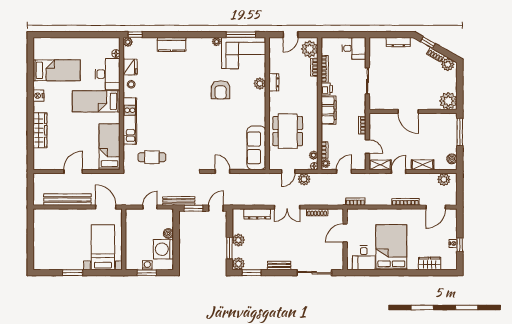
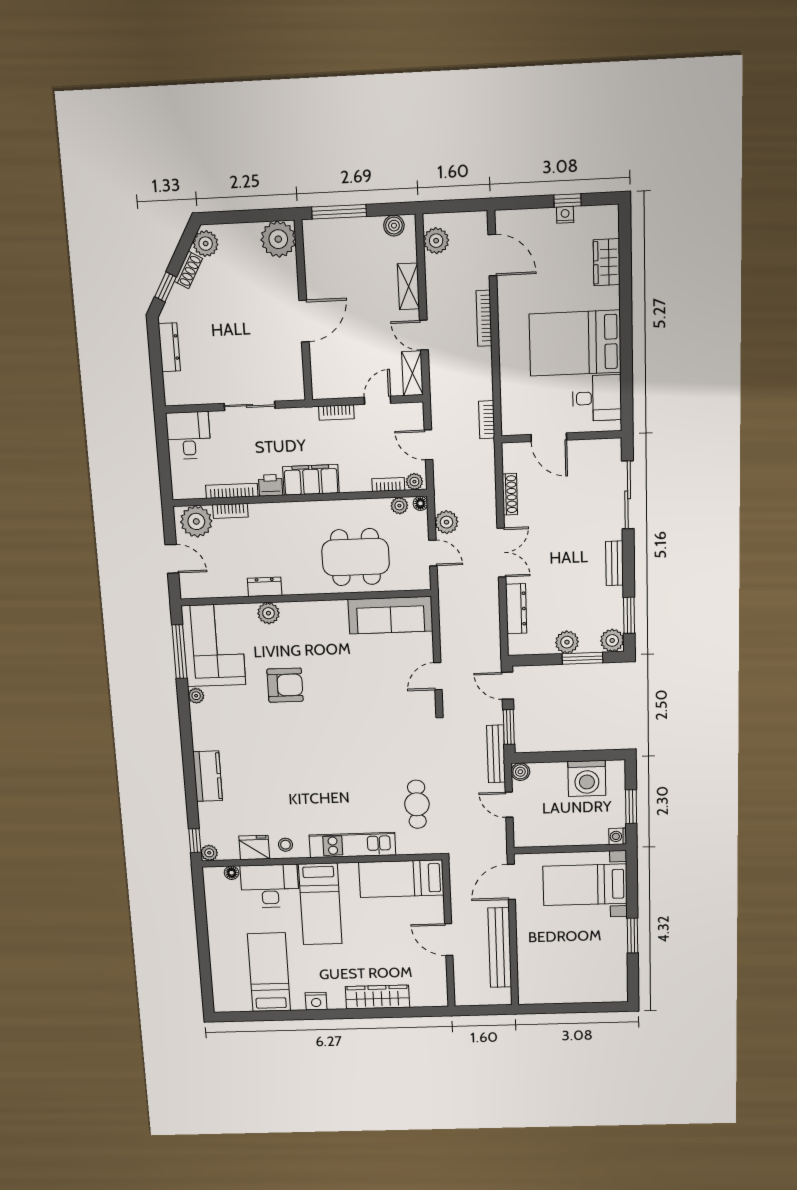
boiler: (168, 233) -> (520, 772), moved
washing machine: (147, 265) -> (618, 836), moved

